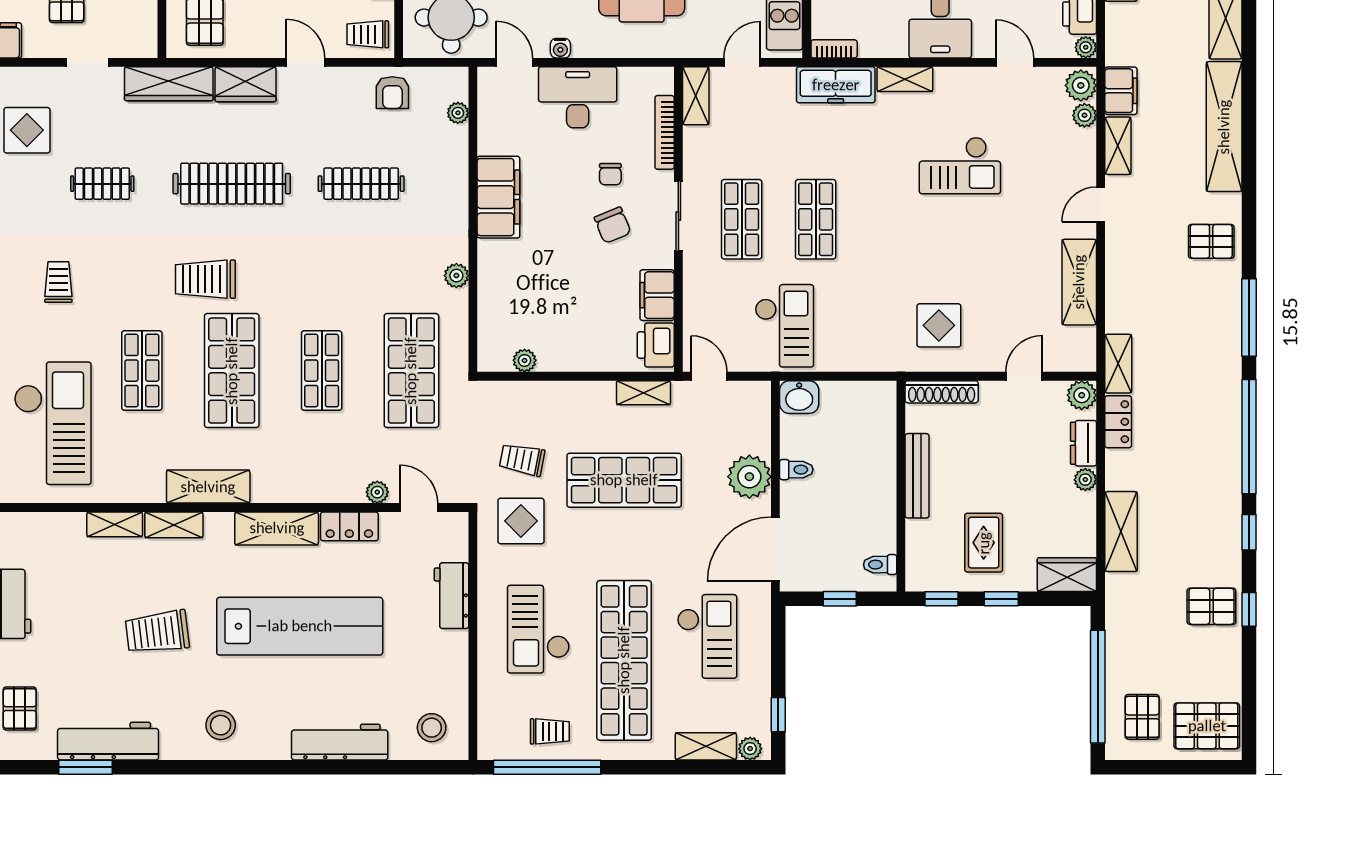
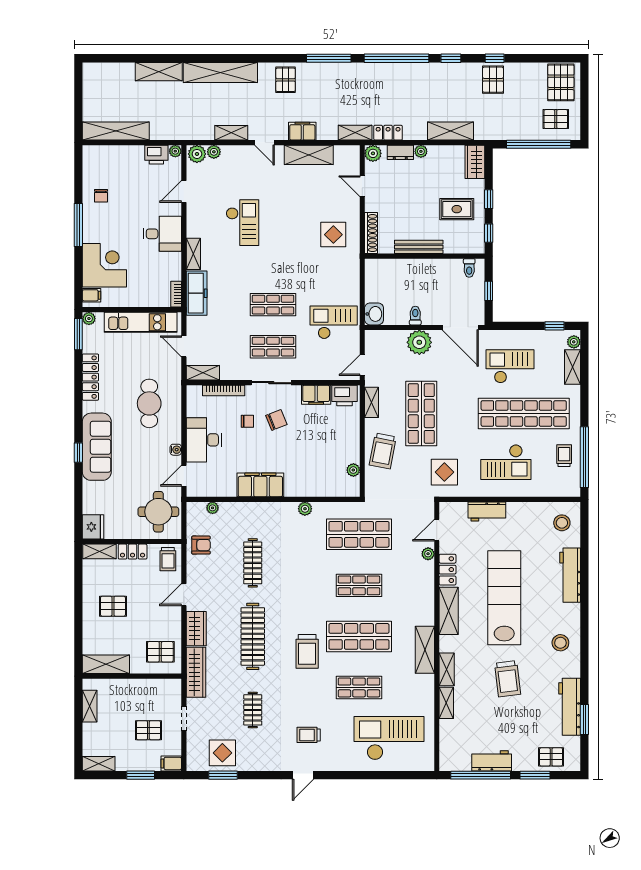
filing cabinet: (1121, 91) -> (302, 131), moved
trolley: (522, 460) -> (383, 451), moved, width x1.36, depth x1.39

